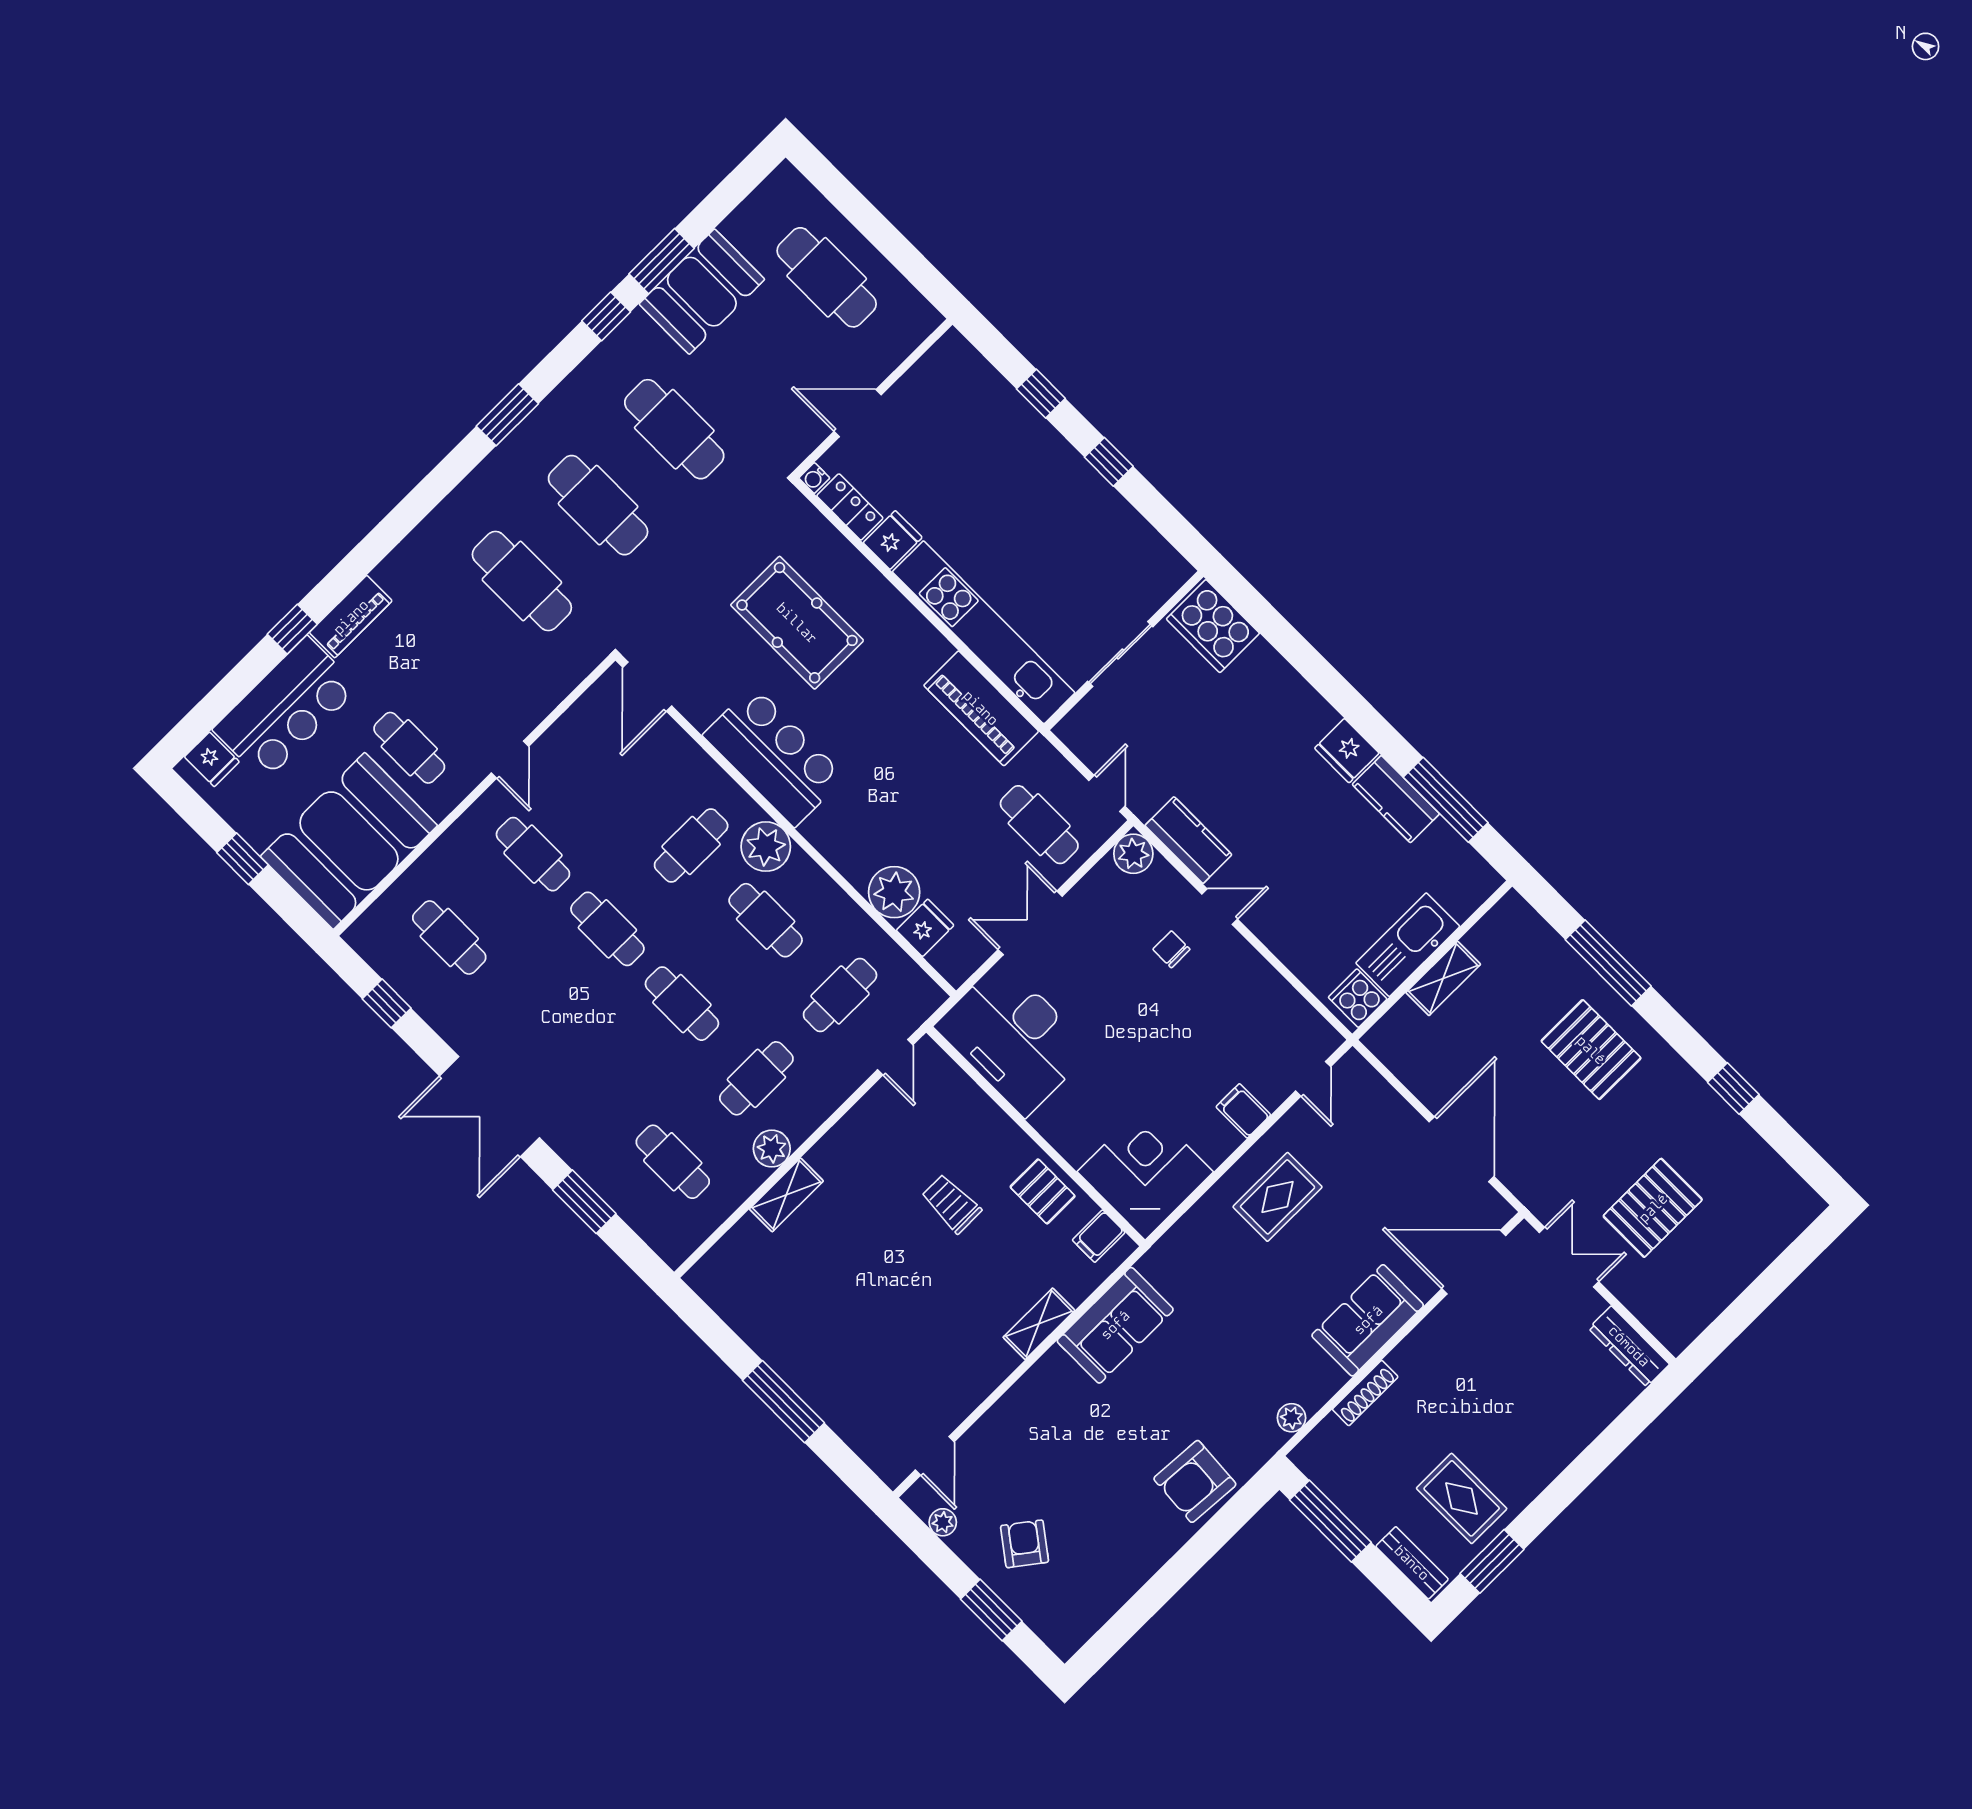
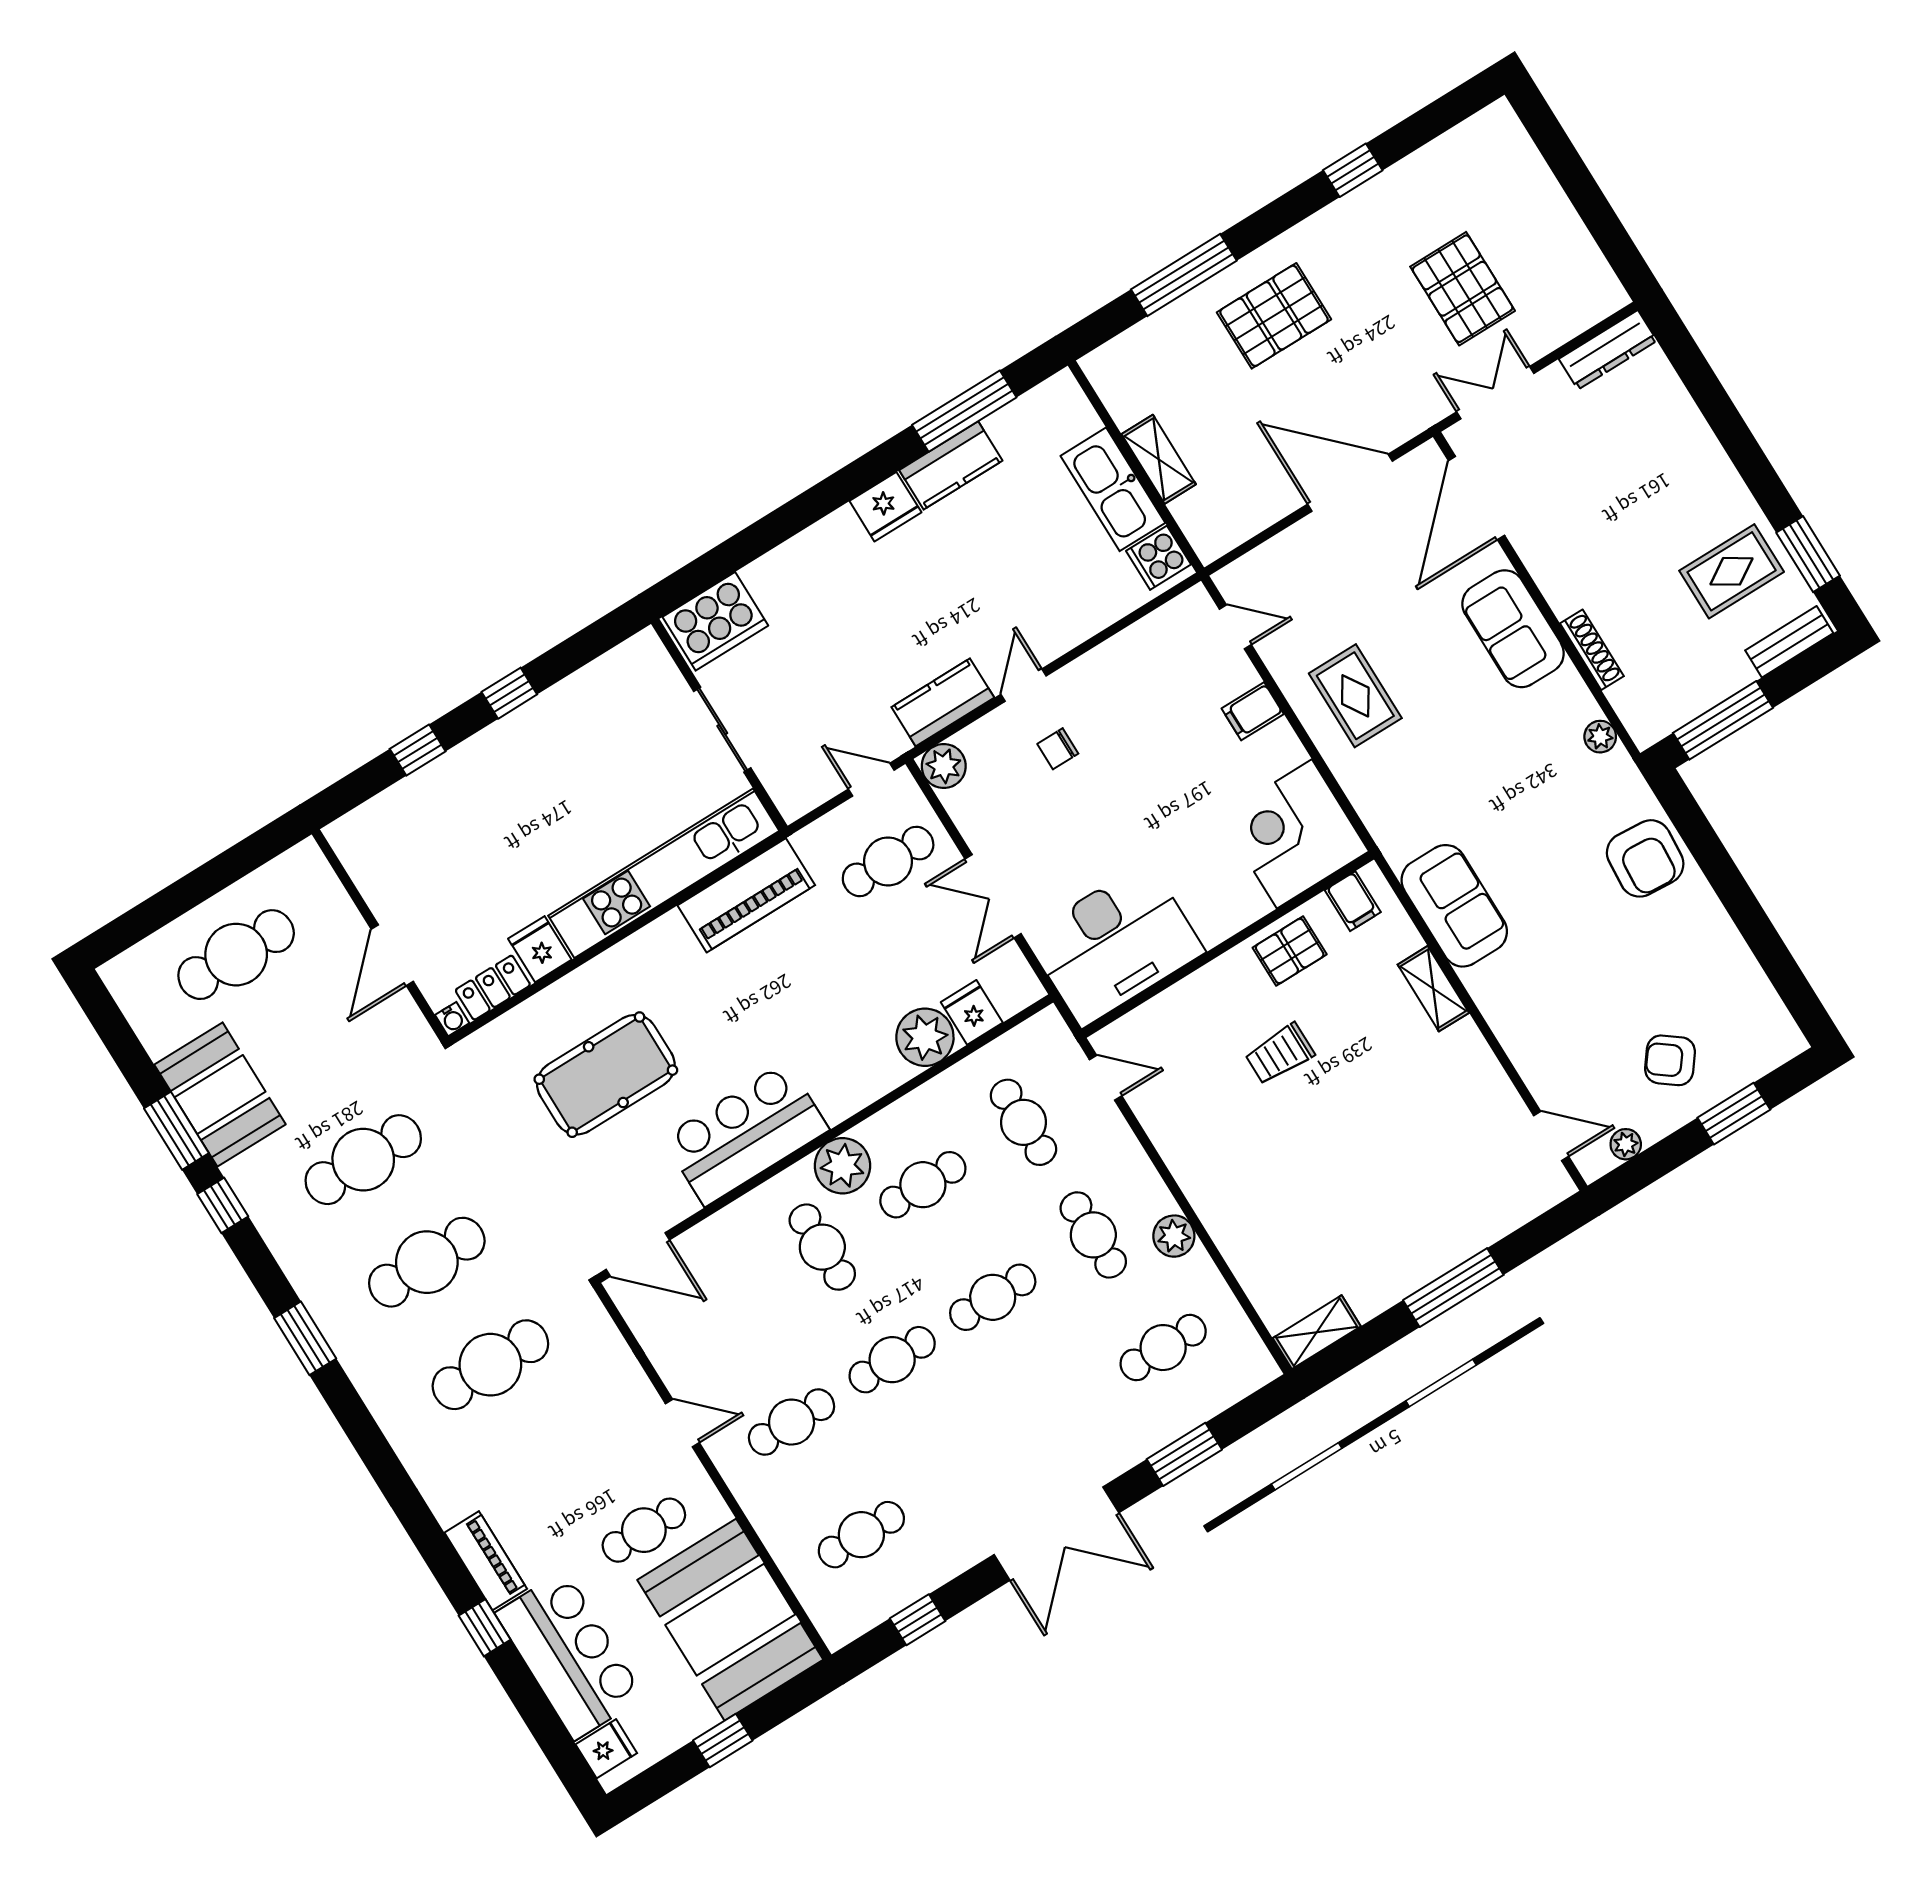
shelving: (786, 1195) -> (1317, 1332), moved, turned 90

